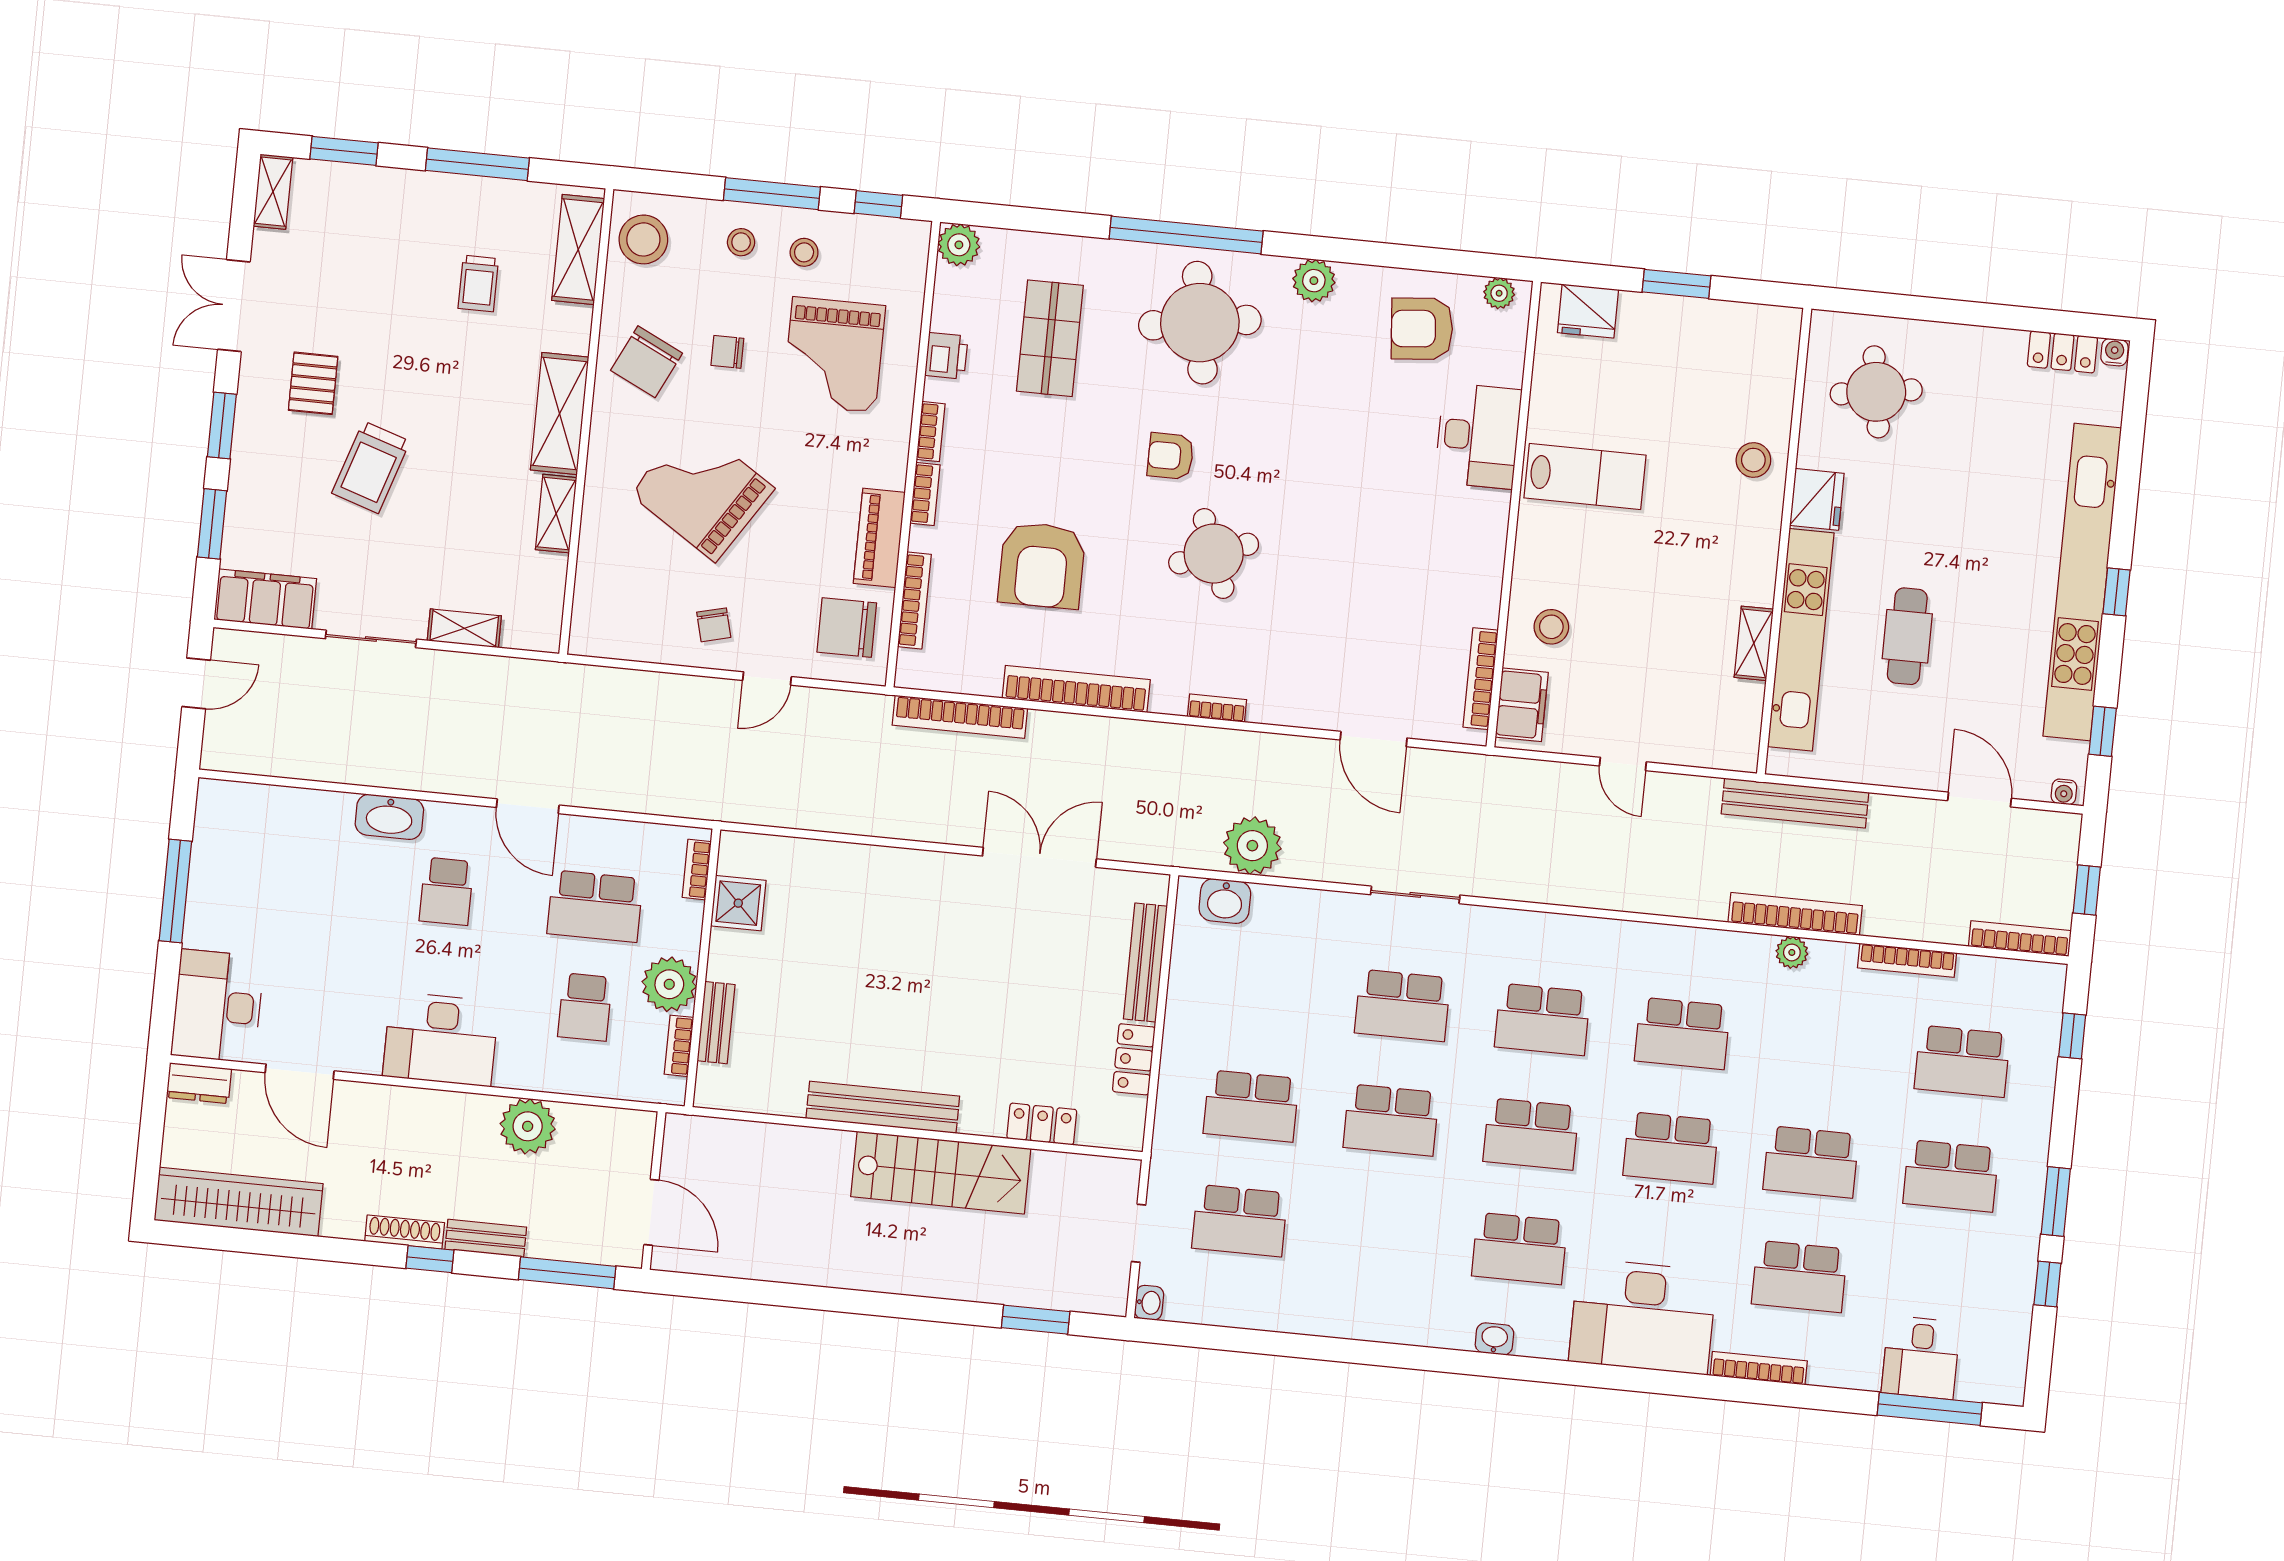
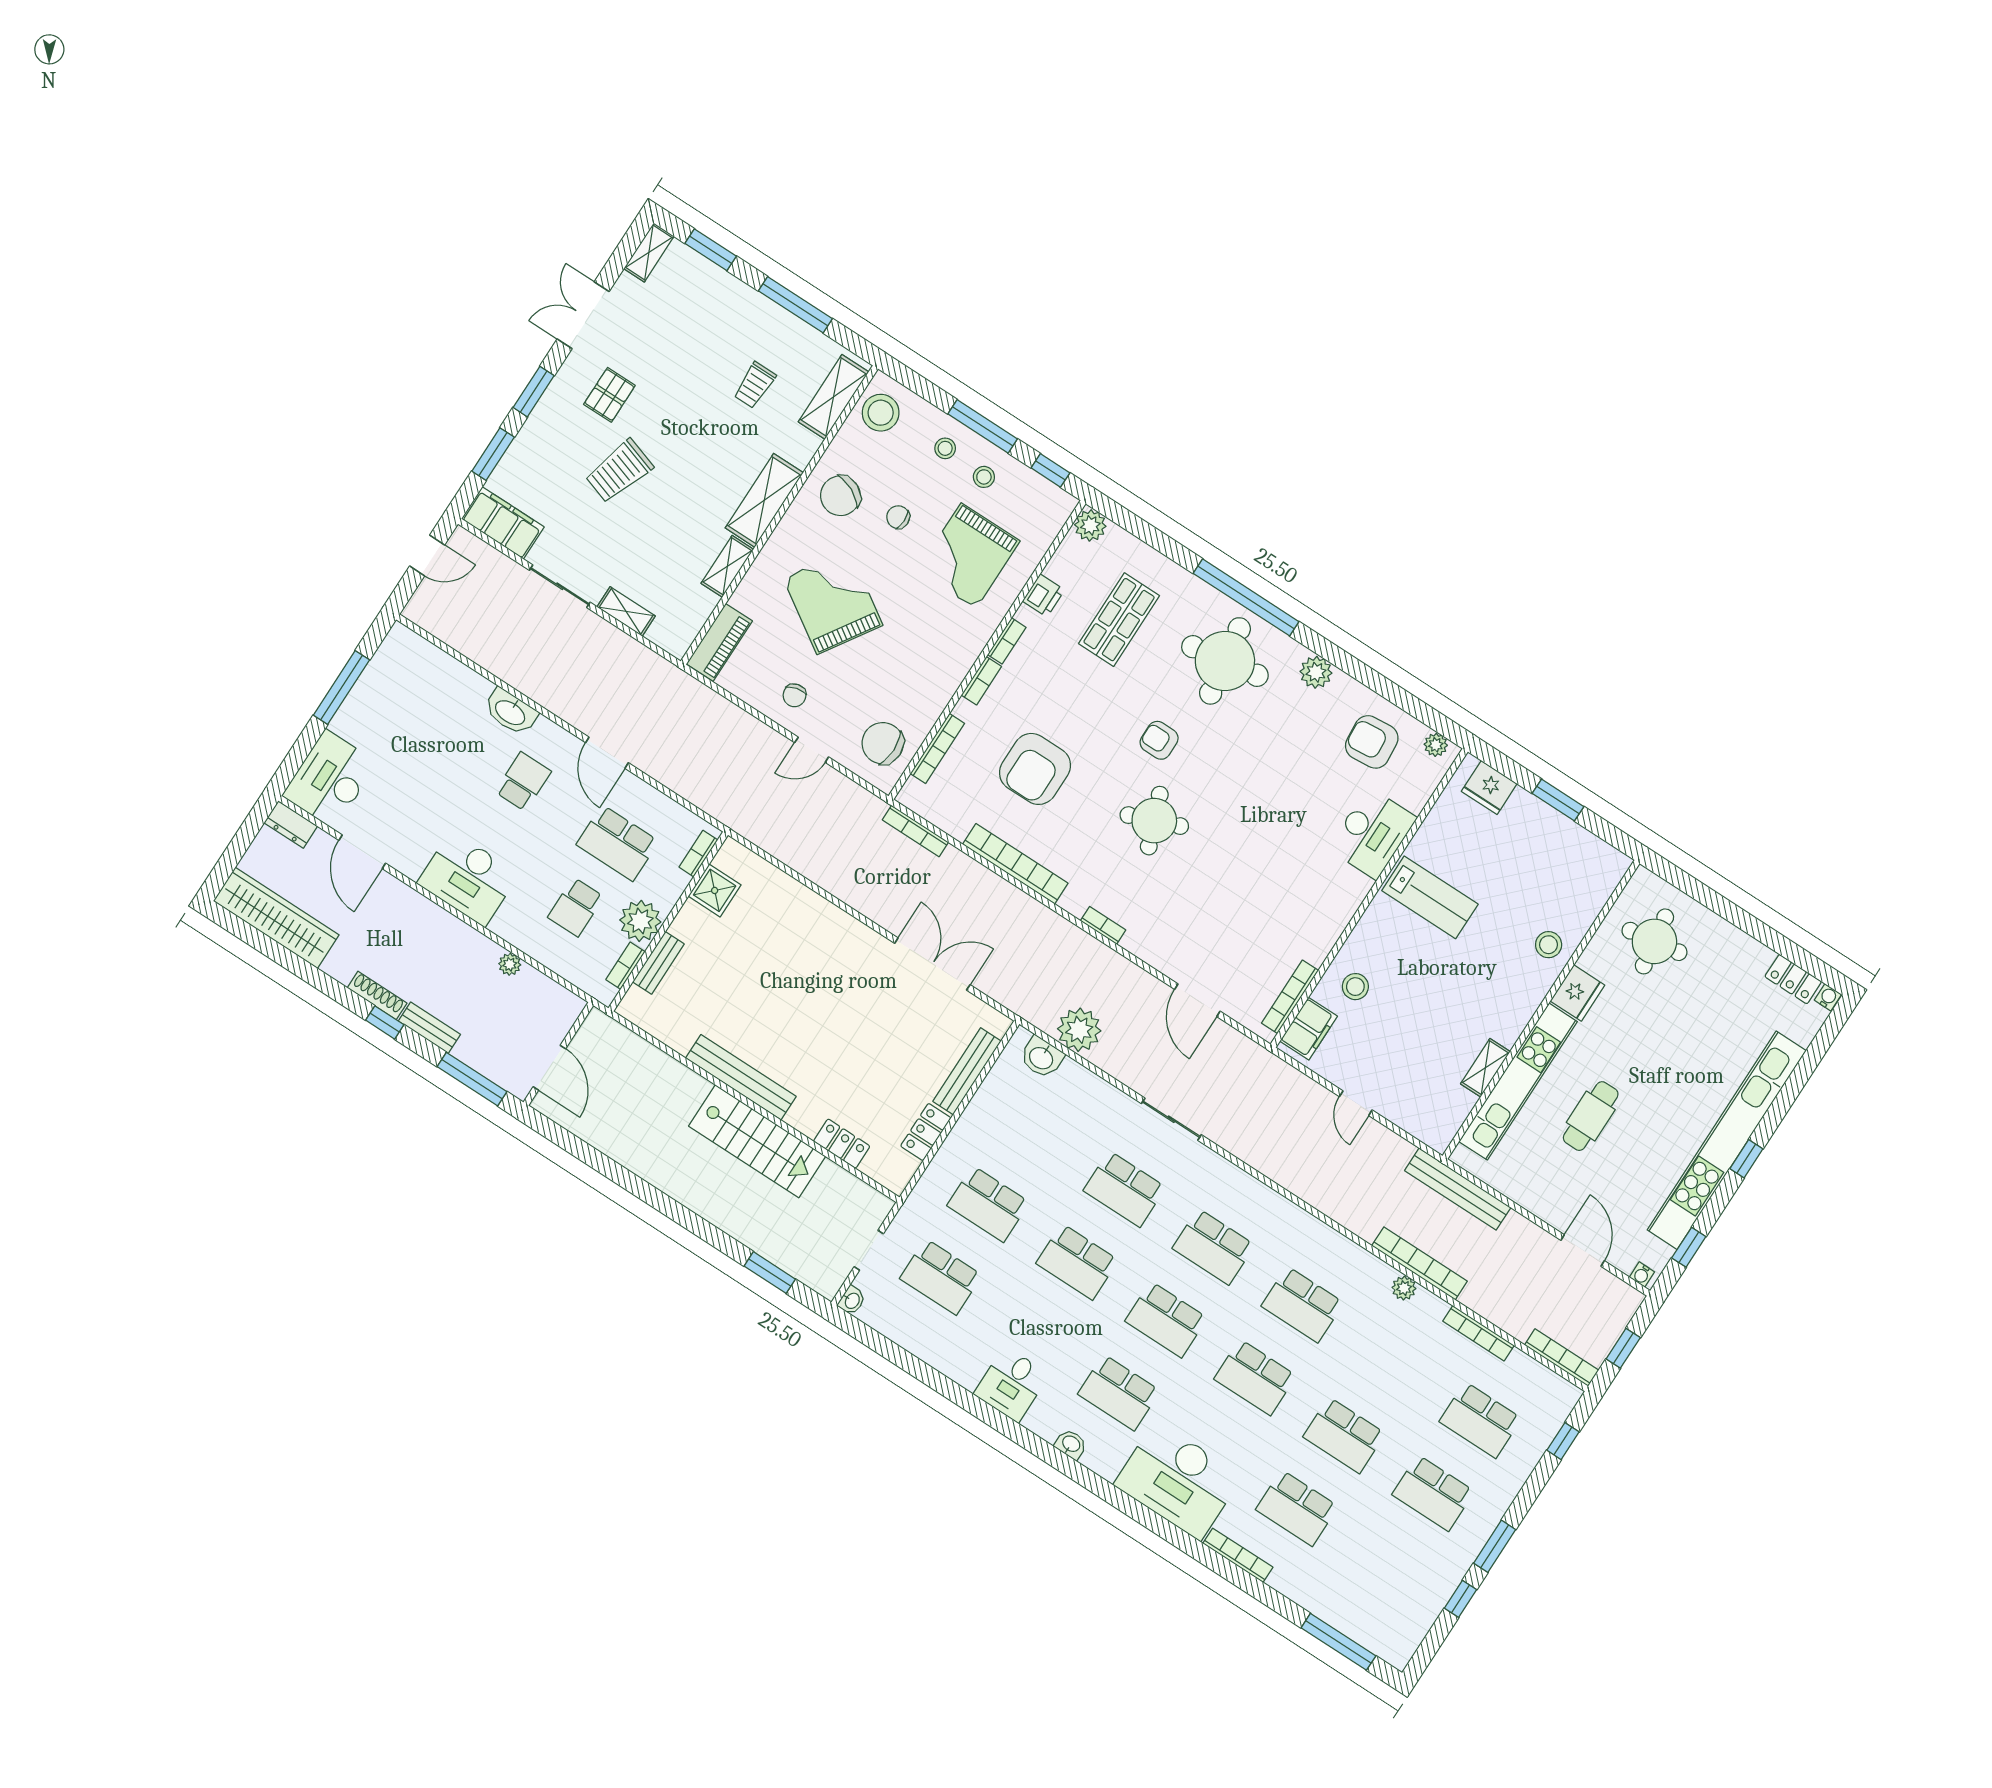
piano: (879, 538) -> (719, 642), moved, turned 180
bookcase: (960, 717) -> (915, 831), width x0.68, depth x0.76
school desk: (446, 891) -> (523, 782), turned 180
plant: (528, 1126) -> (510, 964), width x0.53, depth x0.53
desk: (1921, 1357) -> (1011, 1384), moved

